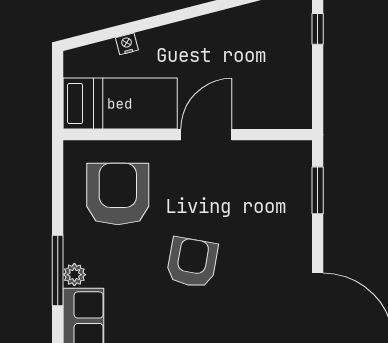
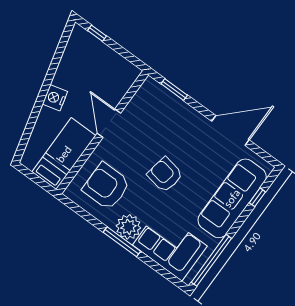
nightstand: (127, 44) -> (55, 98), moved, width x1.89, depth x1.79
plant: (74, 275) -> (128, 227), width x1.88, depth x1.88

